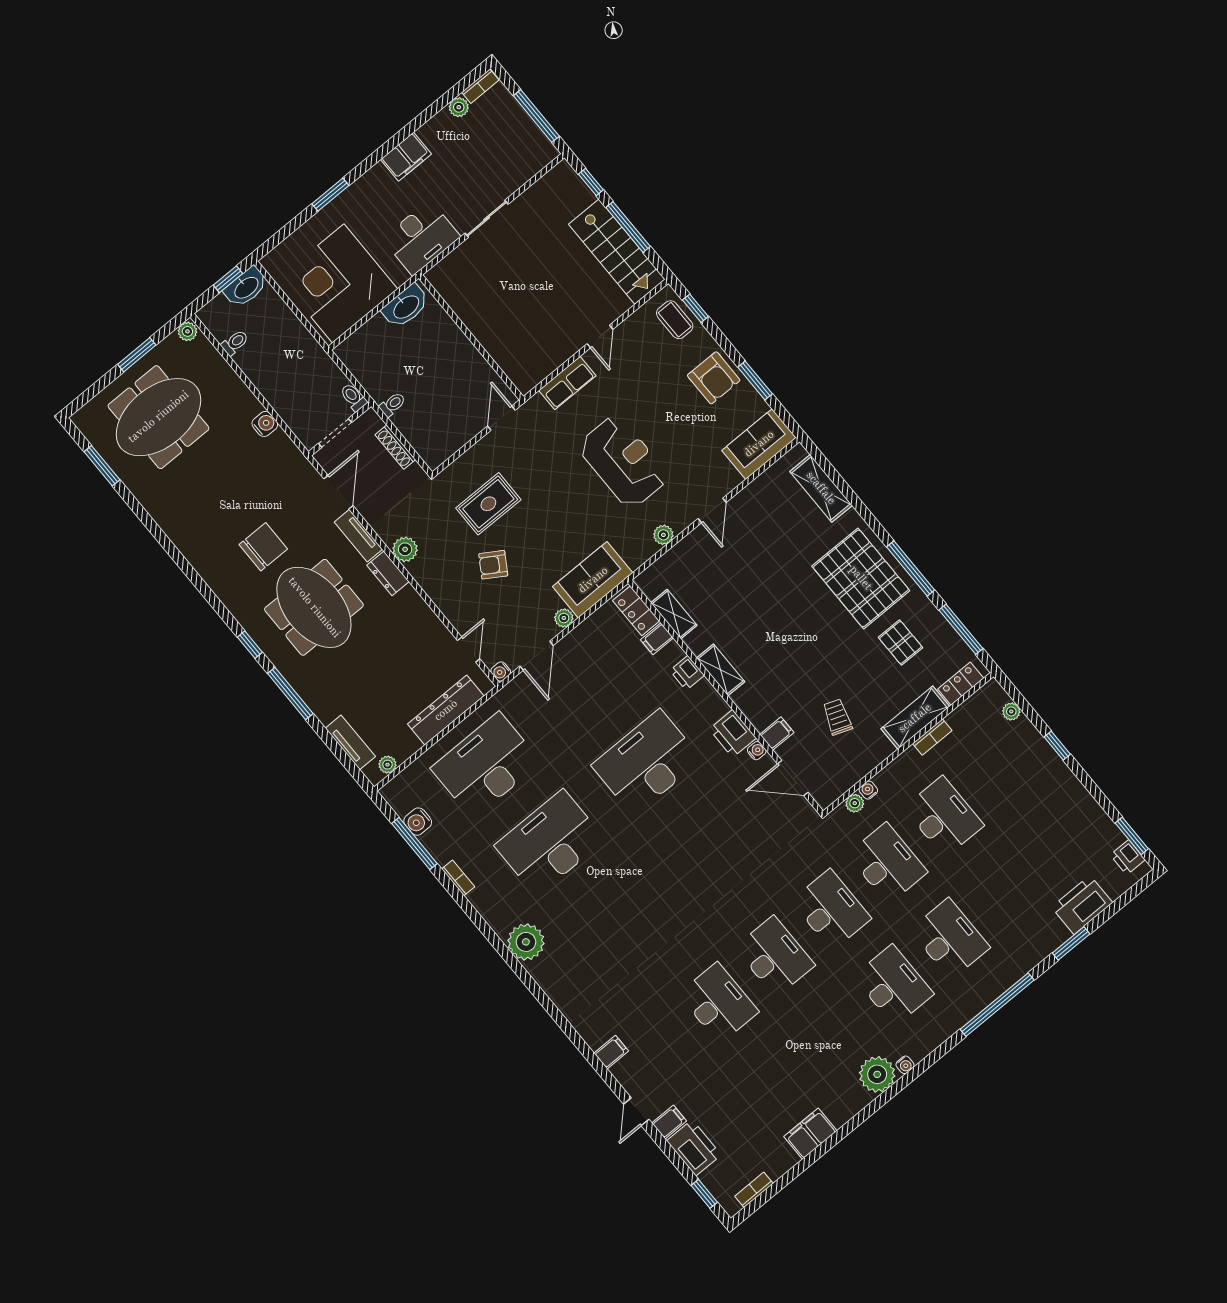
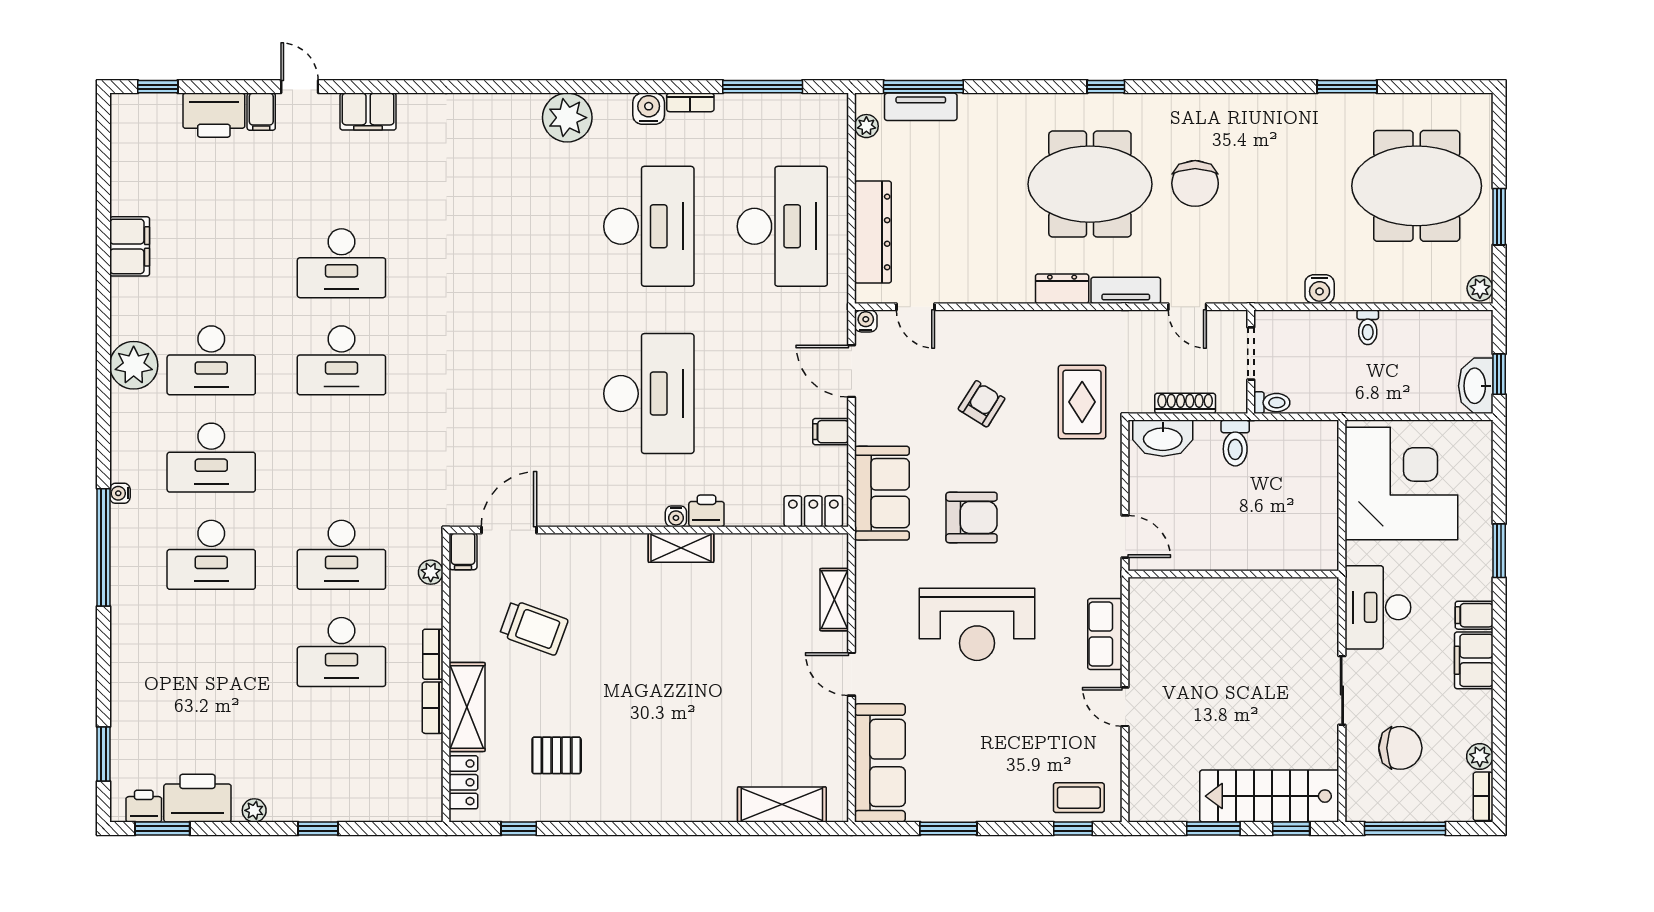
chair: (492, 157) -> (1400, 748), added
filing cabinet: (380, 178) -> (1474, 615), added
window: (628, 227) -> (1213, 829), width x0.69
stairs: (617, 252) -> (1269, 796), moved
washbasin: (406, 306) -> (1163, 438), moved, turned -90
toilet: (235, 343) -> (1368, 327), moved
armchair: (714, 378) -> (972, 517), moved, turned 180
toilet: (392, 404) -> (1235, 443), width x1.37, depth x1.39
meeting table: (158, 417) -> (1417, 186), turned 90
sofa: (759, 444) -> (880, 763), width x1.36
window: (102, 466) -> (1347, 87), moved
door: (338, 492) -> (1187, 307), width x0.73
rug: (488, 504) -> (1082, 402), moved
plant: (663, 535) -> (868, 604), removed
plant: (405, 549) -> (1072, 327), removed
window: (911, 568) -> (624, 829), removed
pallet: (861, 578) -> (656, 769), removed
shelving: (674, 614) -> (834, 600), moved, turned 90
plant: (564, 618) -> (867, 431), removed
window: (961, 629) -> (519, 829), width x0.46
filing cabinet: (657, 639) -> (831, 432), moved, turned -90
window: (290, 693) -> (923, 87), moved
plant: (1011, 711) -> (254, 810), moved
trolley: (837, 717) -> (534, 628), width x1.36, depth x1.39
filing cabinet: (777, 733) -> (463, 551), moved
printer: (733, 734) -> (606, 506), removed
water cooler: (757, 751) -> (676, 516), moved
water cooler: (868, 790) -> (433, 597), removed
water cooler: (418, 822) -> (649, 109), moved
printer: (1082, 905) -> (197, 798), moved, turned -90
desk: (831, 910) -> (211, 360), moved
window: (1071, 943) -> (103, 754), moved
filing cabinet: (611, 1052) -> (368, 112), width x2.00
water cooler: (905, 1065) -> (120, 493), moved
bookcase: (754, 1190) -> (433, 654), moved, turned 180

